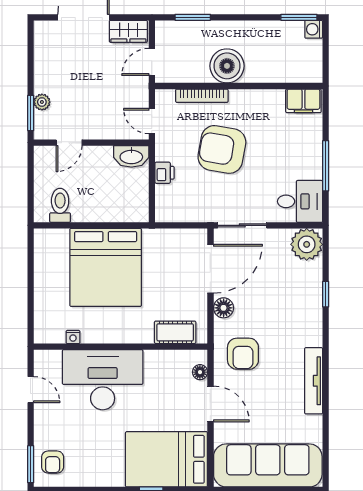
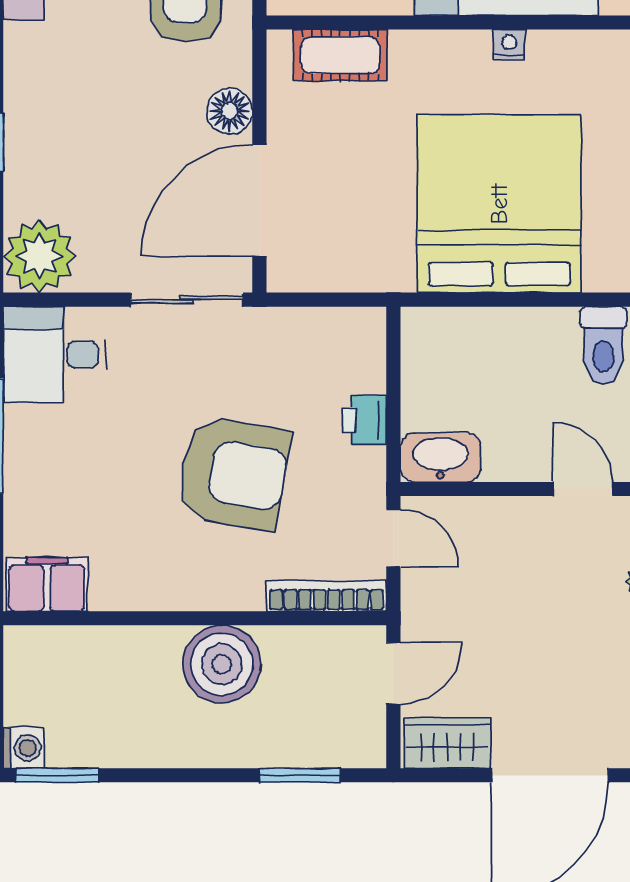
bookcase: (202, 96) -> (327, 596), moved
door: (69, 143) -> (583, 489), hinge flipped
nightstand: (73, 337) -> (509, 44), moved

